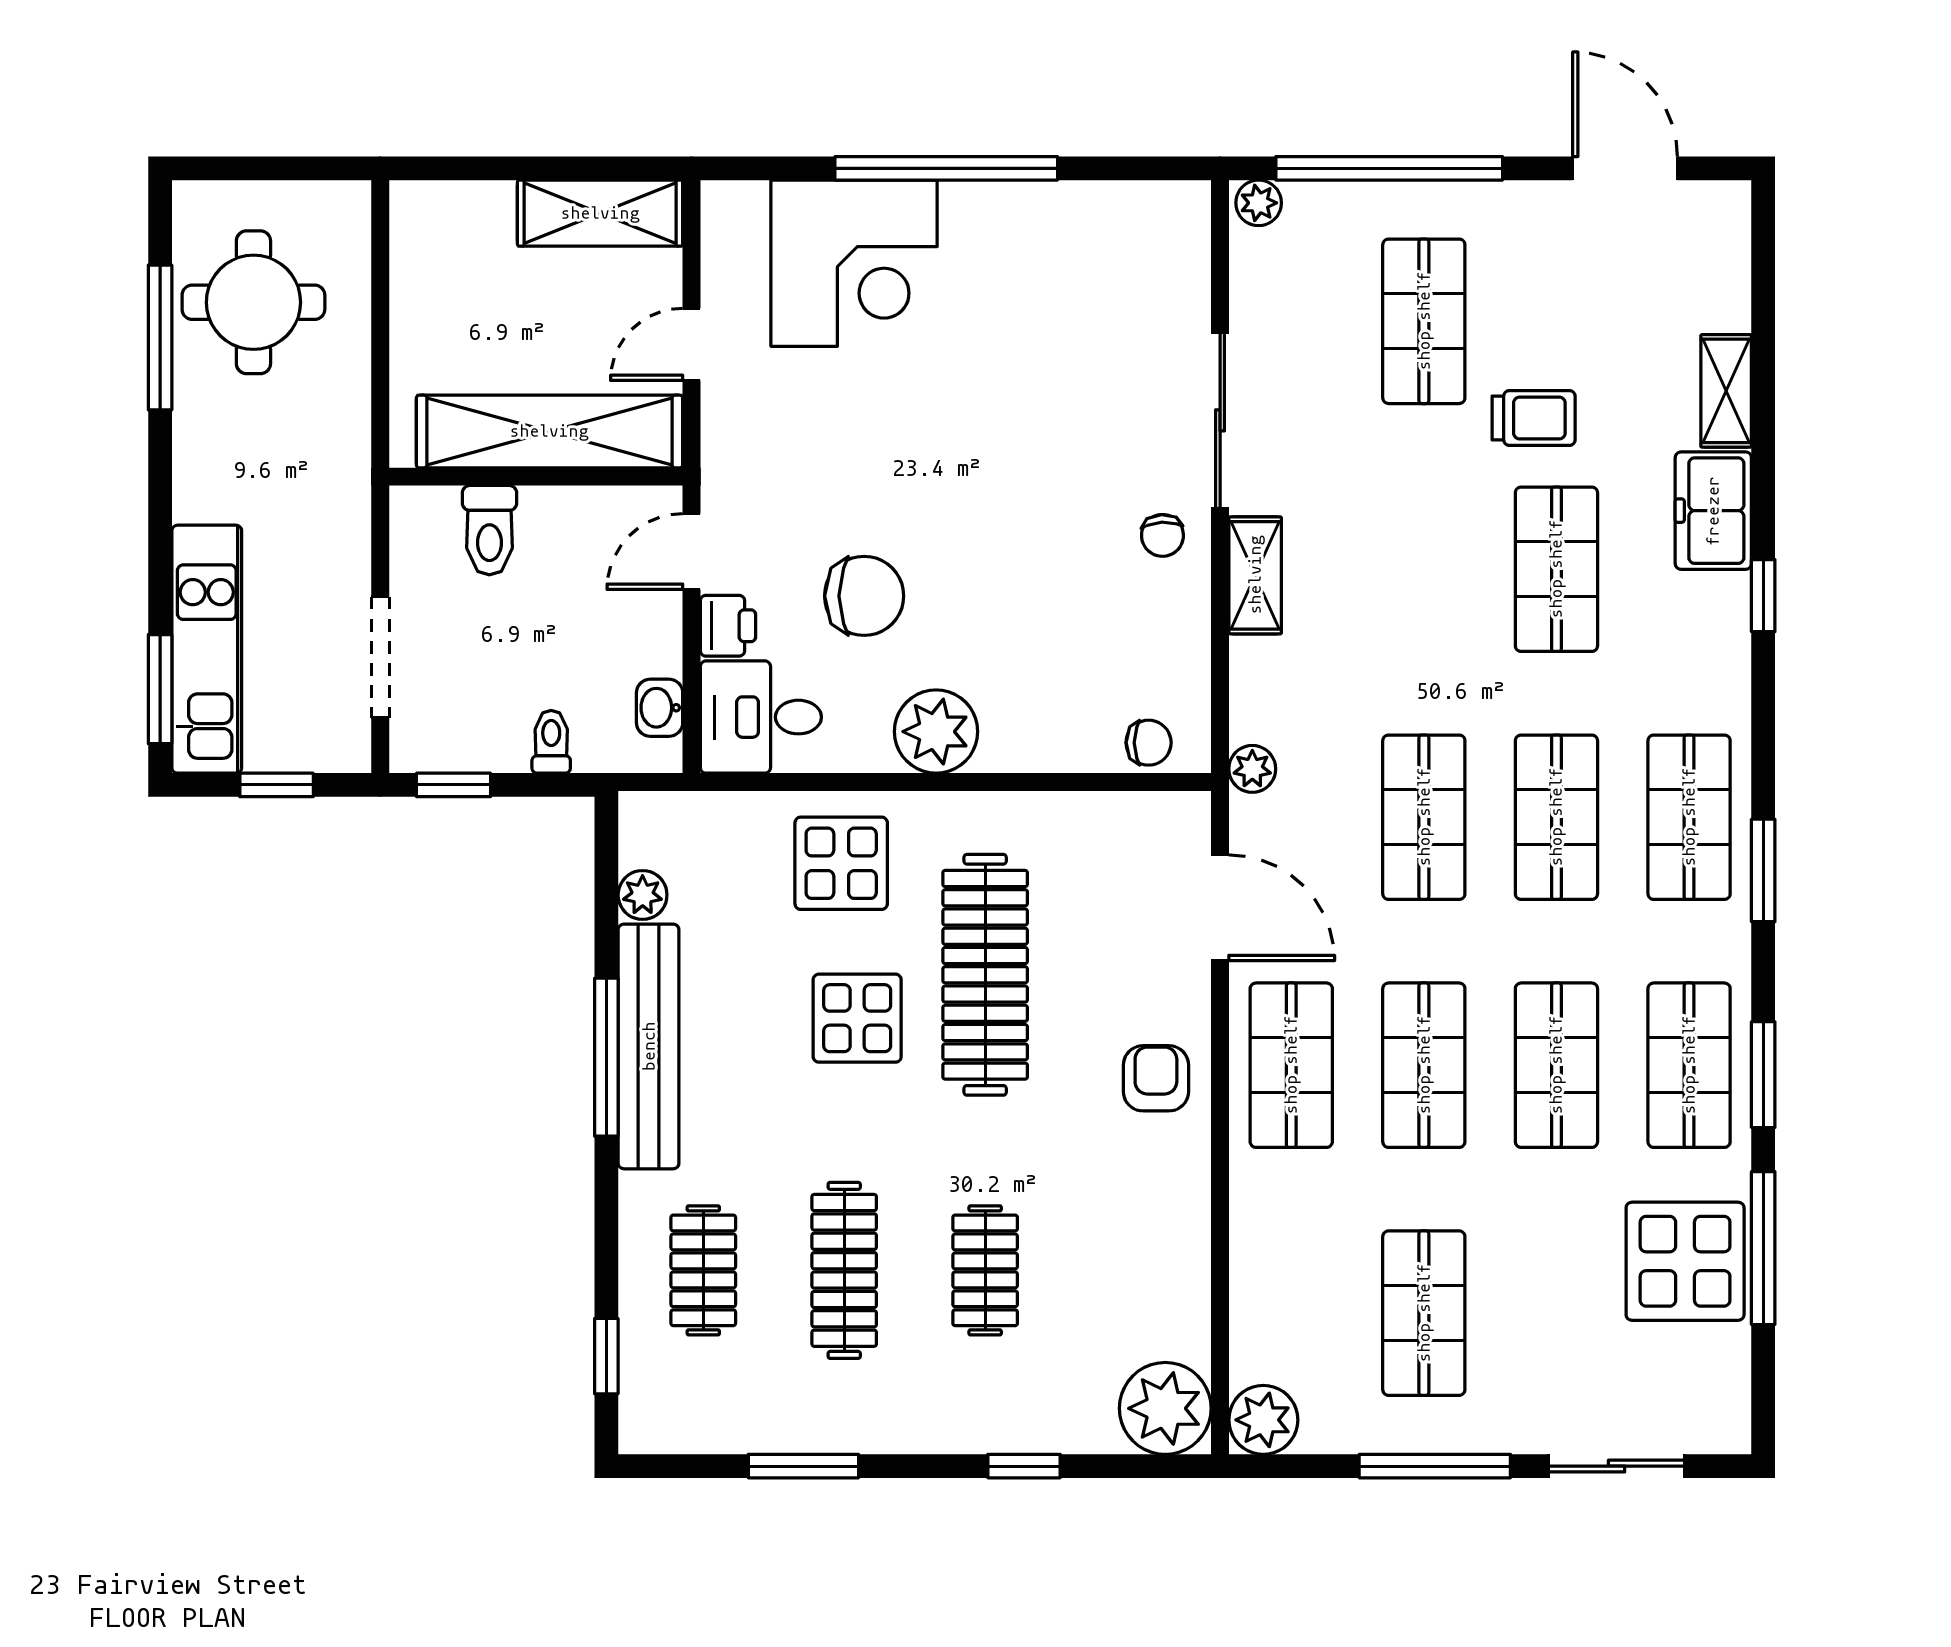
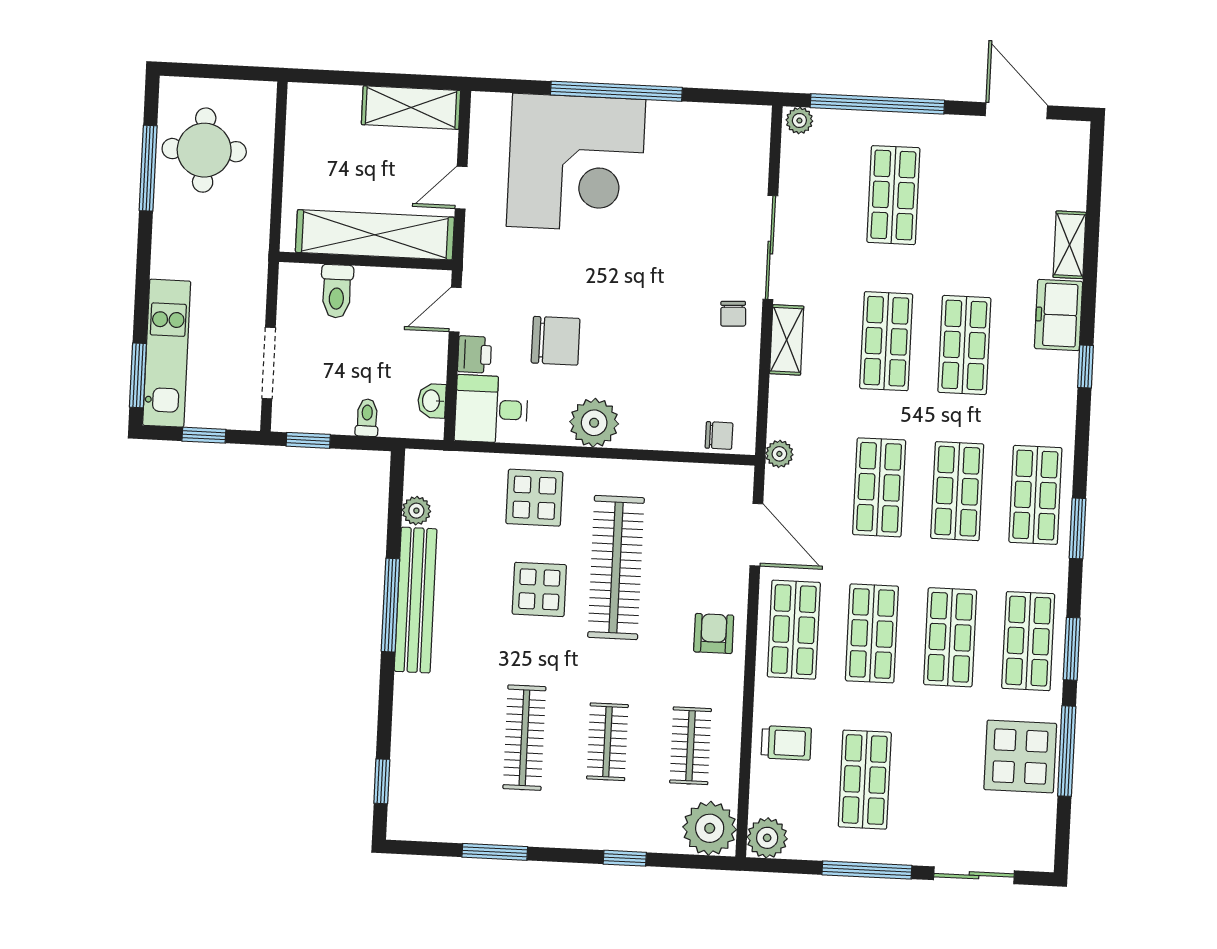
corner desk: (854, 263) -> (576, 163), width x1.36, depth x1.36
trolley: (1534, 418) -> (786, 743), moved
shop shelf: (1424, 569) -> (886, 341), added
clothes rail: (703, 1270) -> (691, 746), moved

